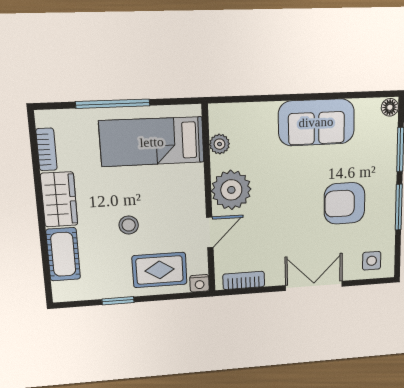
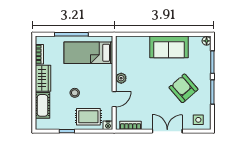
plant: (220, 144) -> (121, 55), removed
plant: (231, 190) -> (121, 78), width x0.53, depth x0.53
armchair: (344, 203) -> (183, 88), turned 49

